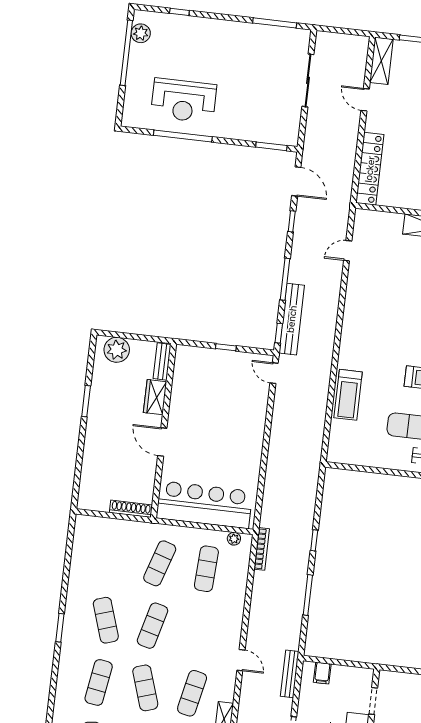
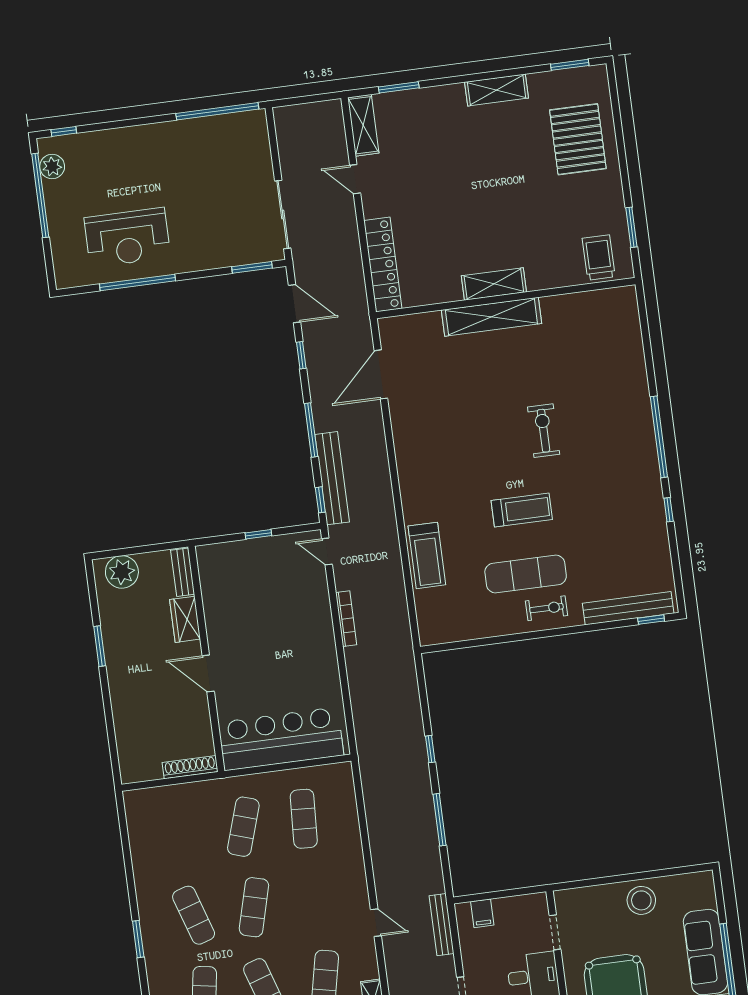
window: (179, 12) -> (64, 131), moved
window: (275, 23) -> (217, 111), width x1.46
sliding door: (308, 80) -> (283, 215), moved
door: (348, 251) -> (381, 374), width x1.88
plant: (234, 539) -> (329, 772), removed
bookcase: (262, 549) -> (346, 619), moved

